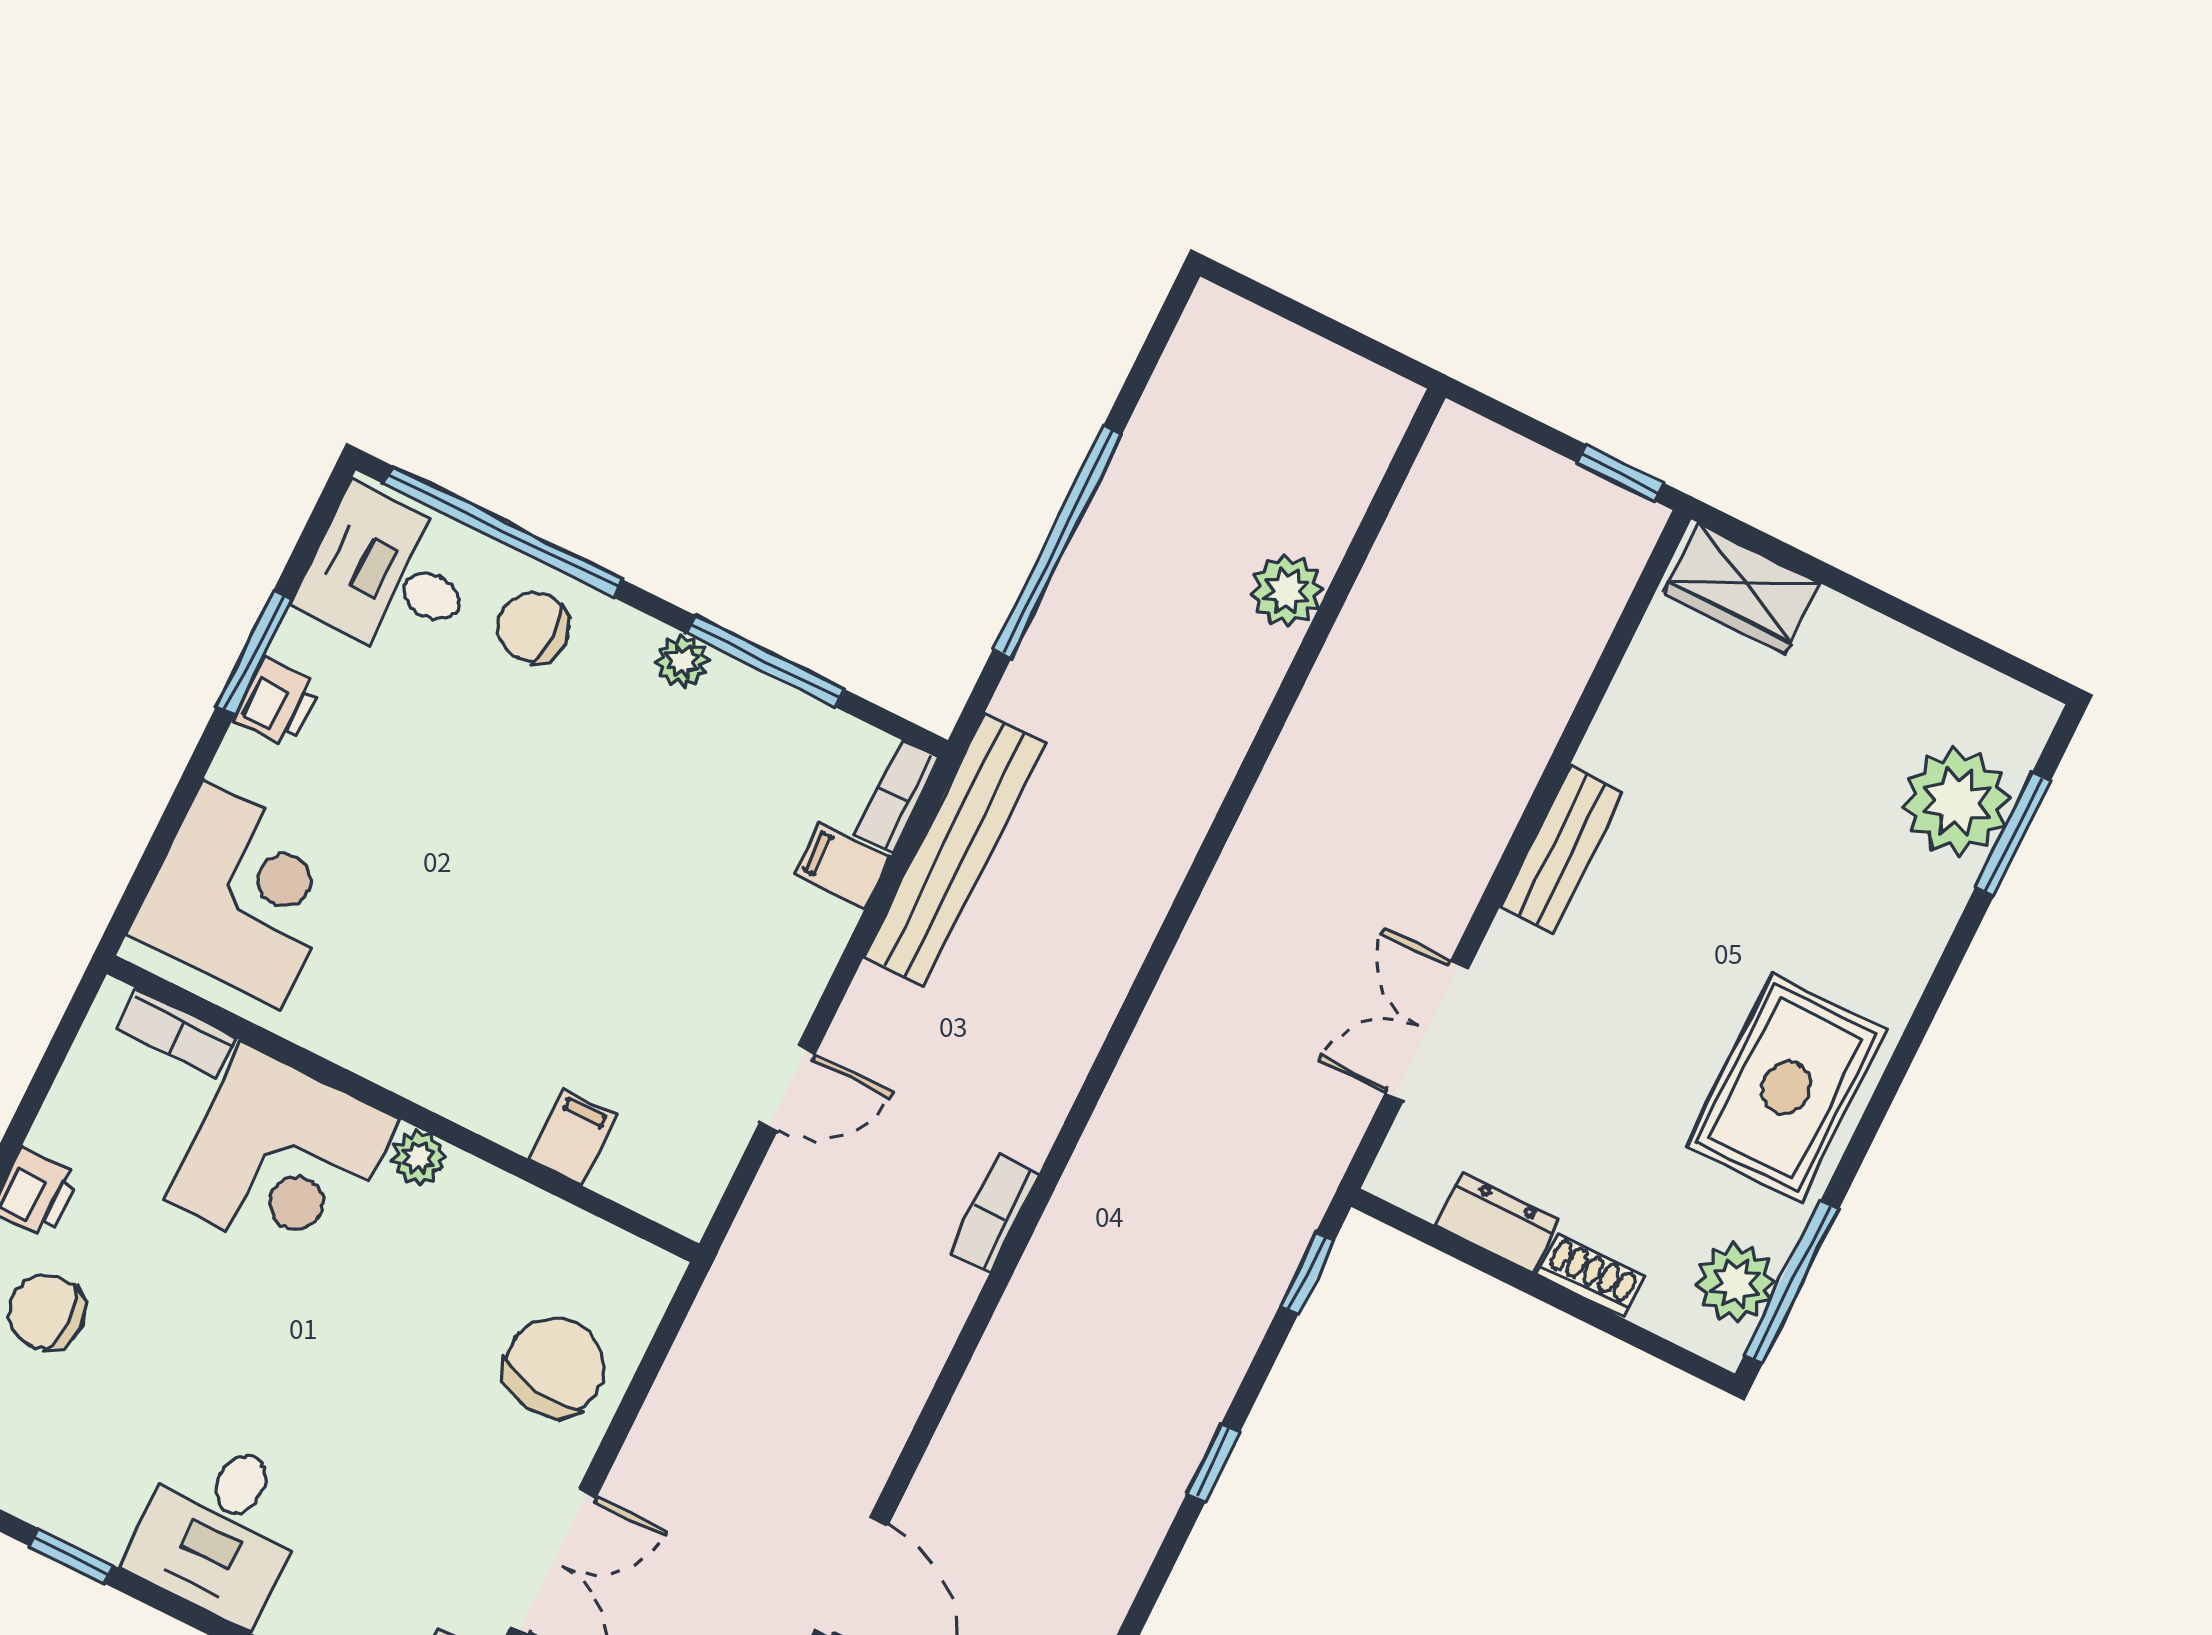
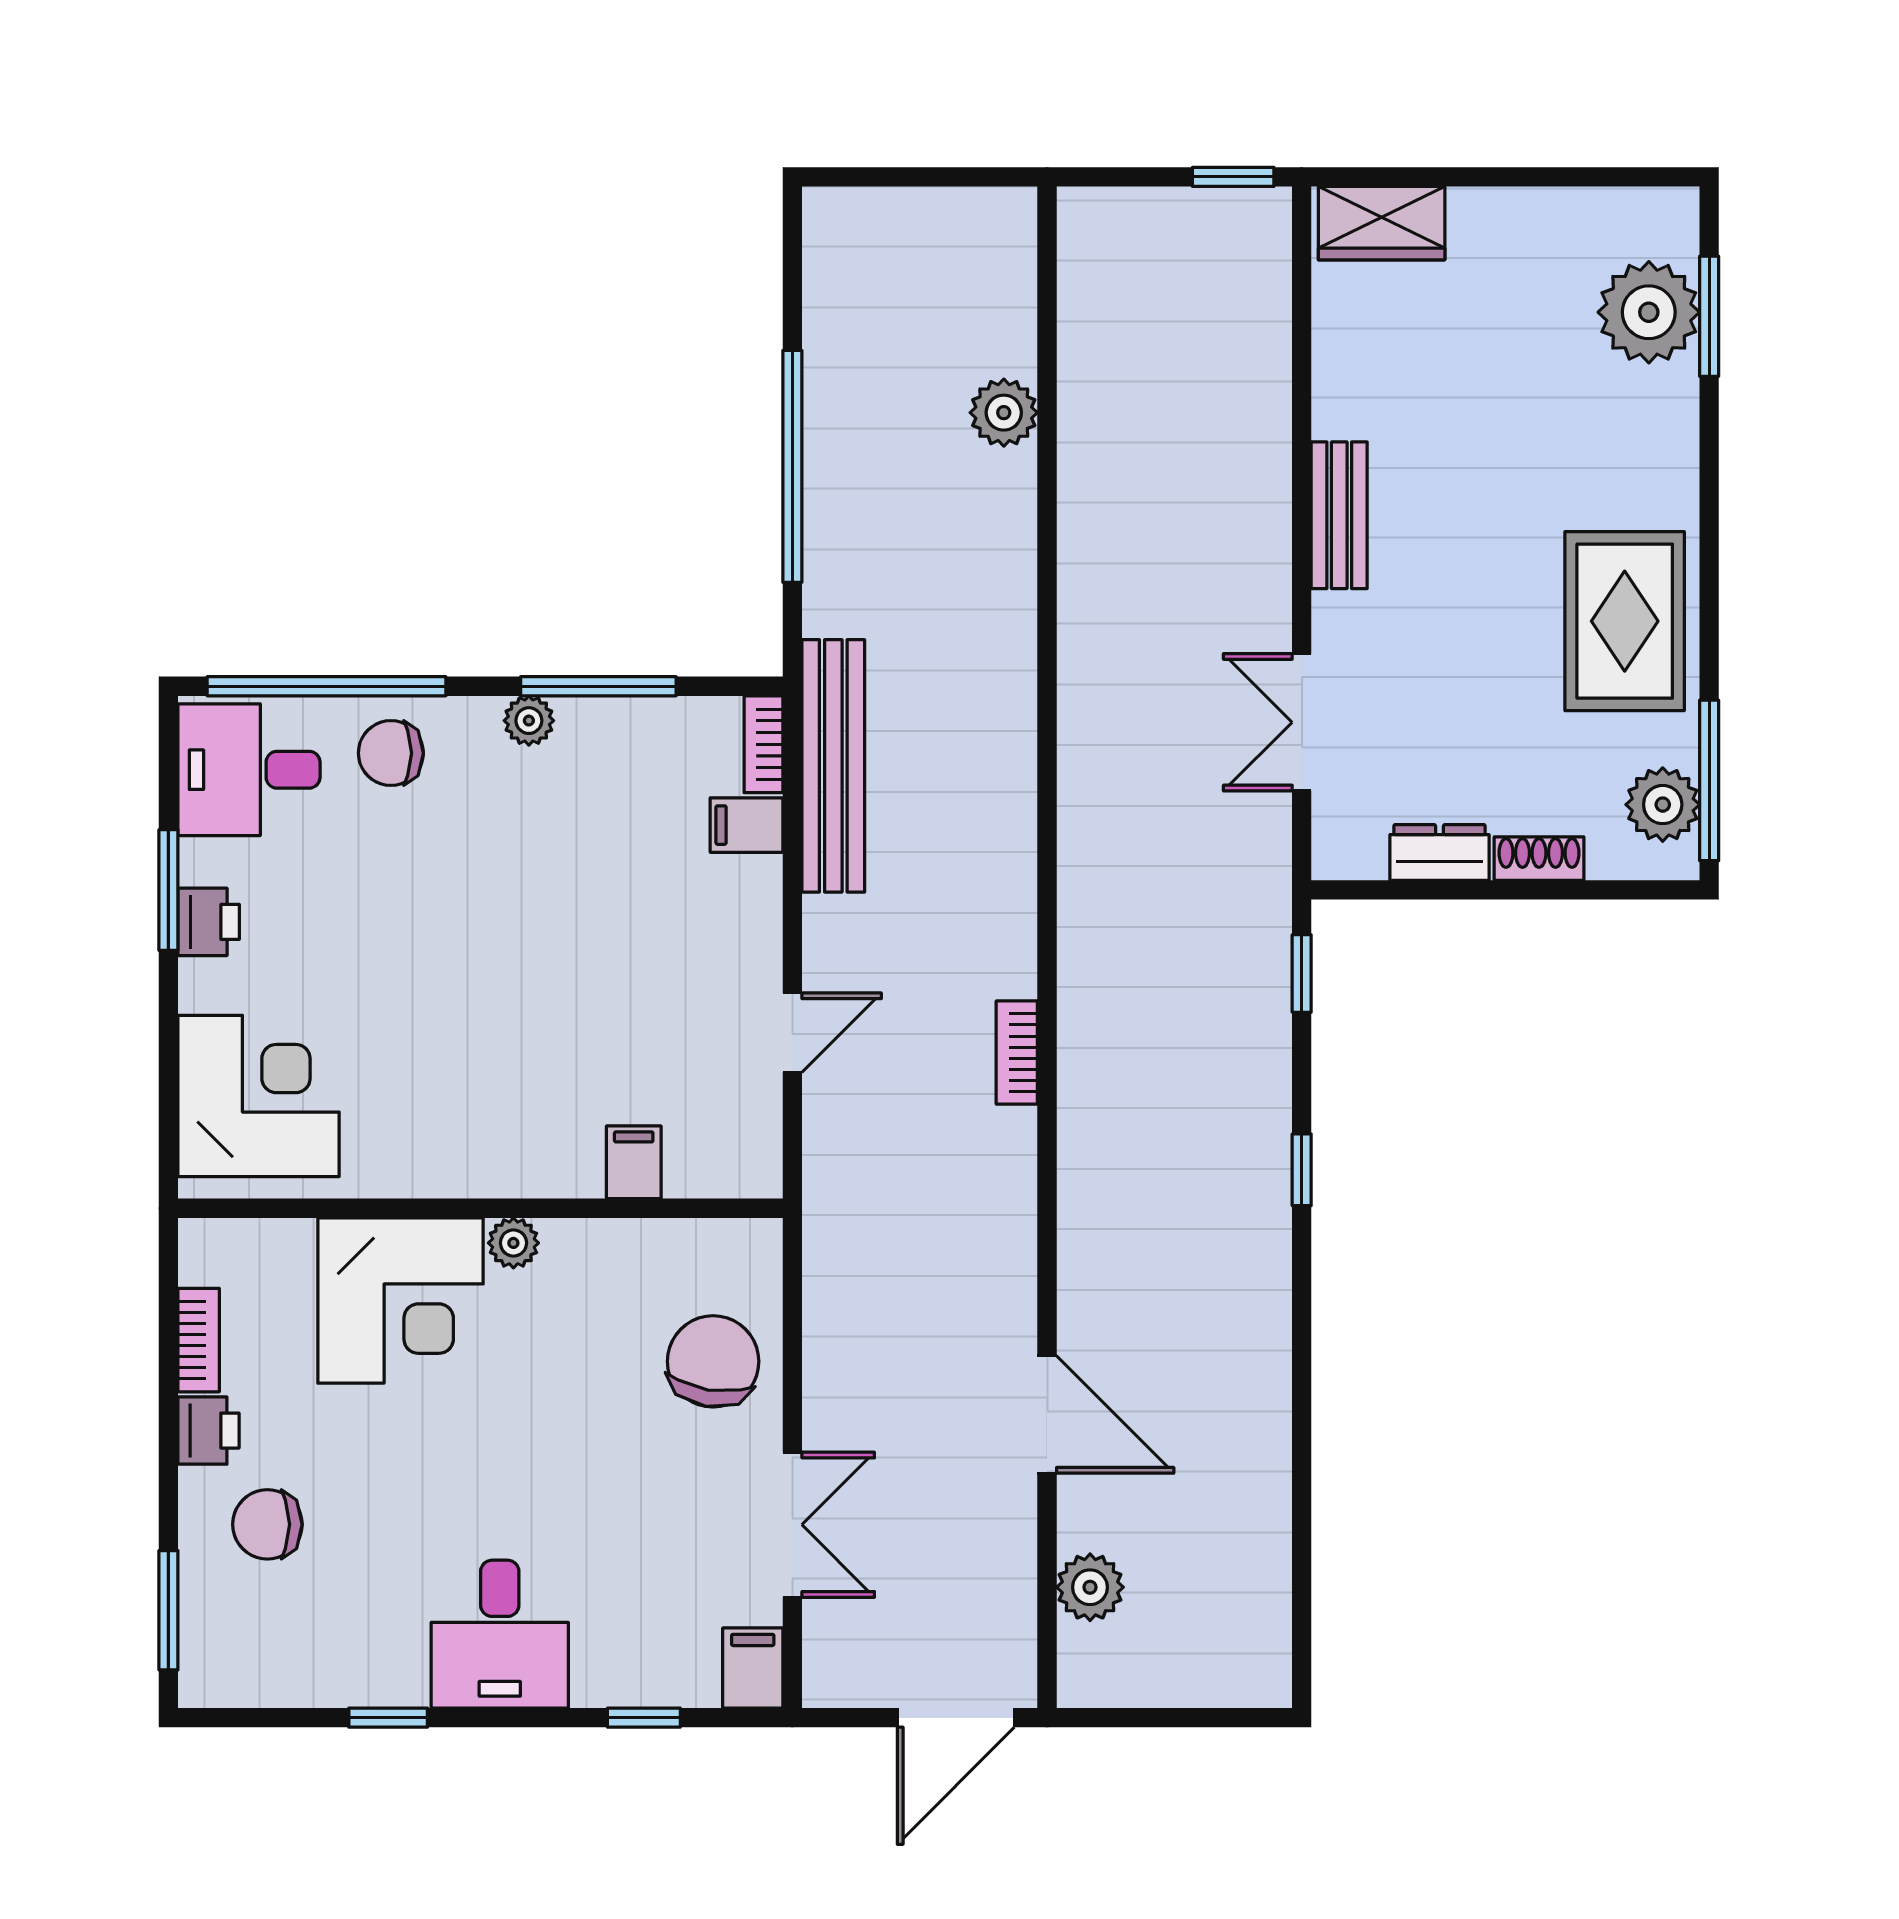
bookcase: (177, 1033) -> (199, 1340), moved, turned -90

